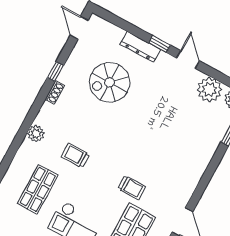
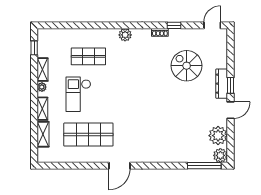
dresser: (140, 47) -> (222, 84), moved
trolley: (75, 155) -> (125, 69), removed
trolley: (132, 188) -> (124, 119), removed

